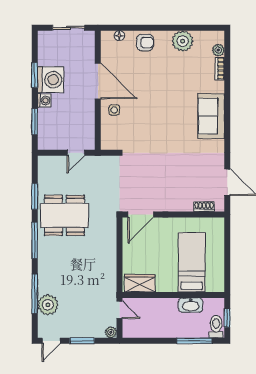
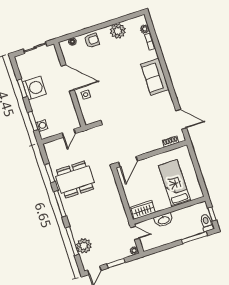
washing machine: (44, 100) -> (42, 126), moved
washbasin: (191, 305) -> (164, 220), moved

